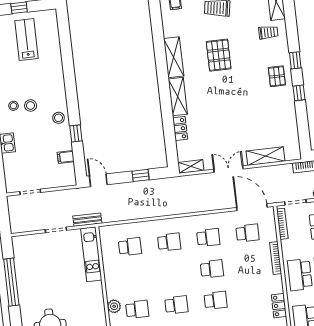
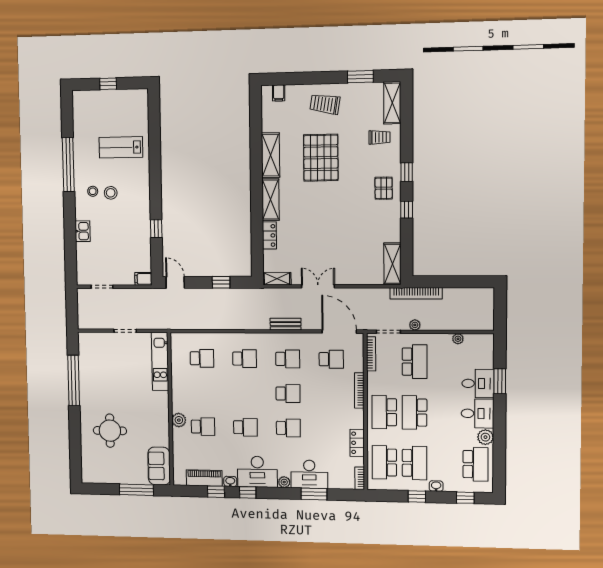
lab bench: (26, 40) -> (121, 147), moved, turned -90
pallet: (219, 55) -> (321, 158), width x1.37, depth x1.41
stool: (58, 118) -> (139, 210), removed
shelving: (266, 156) -> (392, 264), moved, turned 90
filing cabinet: (66, 157) -> (143, 279), moved
bench: (87, 220) -> (286, 324), moved

